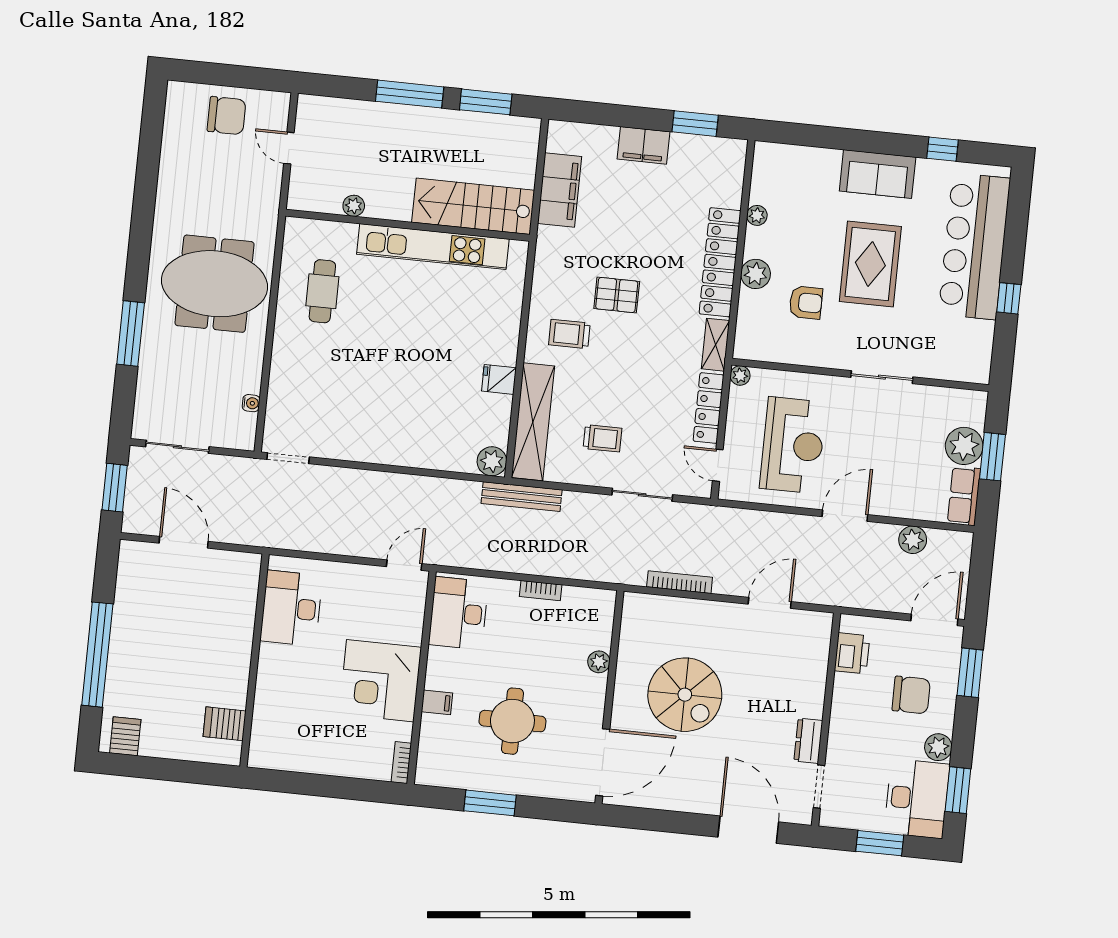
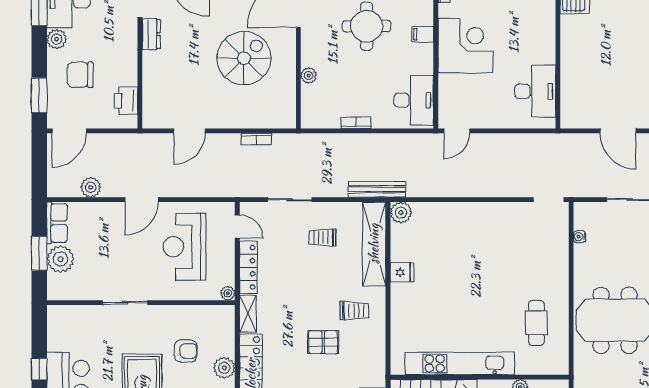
armchair: (806, 303) -> (186, 351), turned 180
bookcase: (680, 582) -> (256, 139), width x0.64
spiral stairs: (685, 695) -> (244, 58), turned 90

